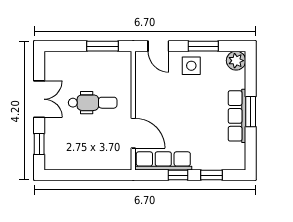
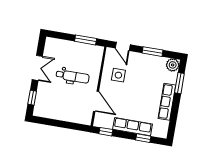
side table: (191, 66) -> (118, 75), moved
window: (251, 112) -> (179, 83), moved
row of seats: (163, 161) -> (133, 127), moved
window: (178, 175) -> (106, 132), moved

